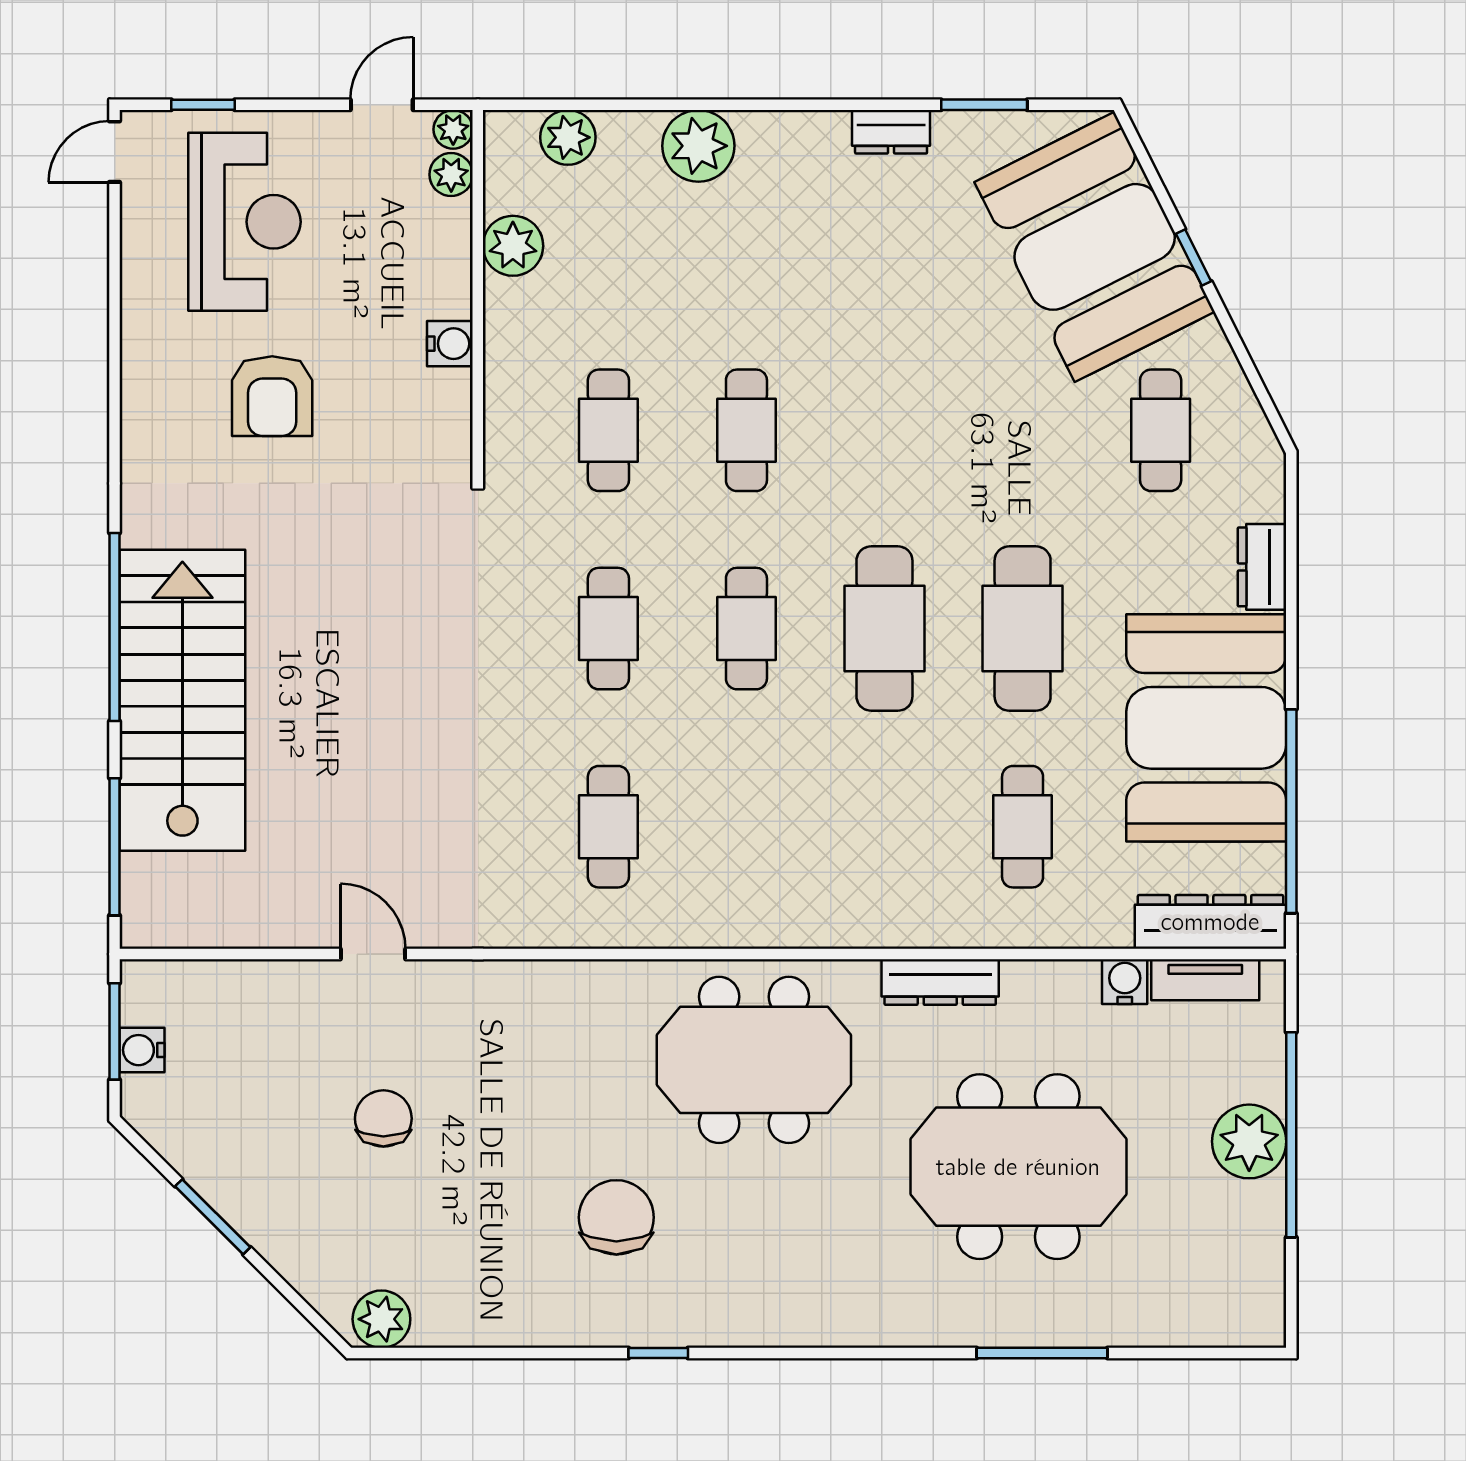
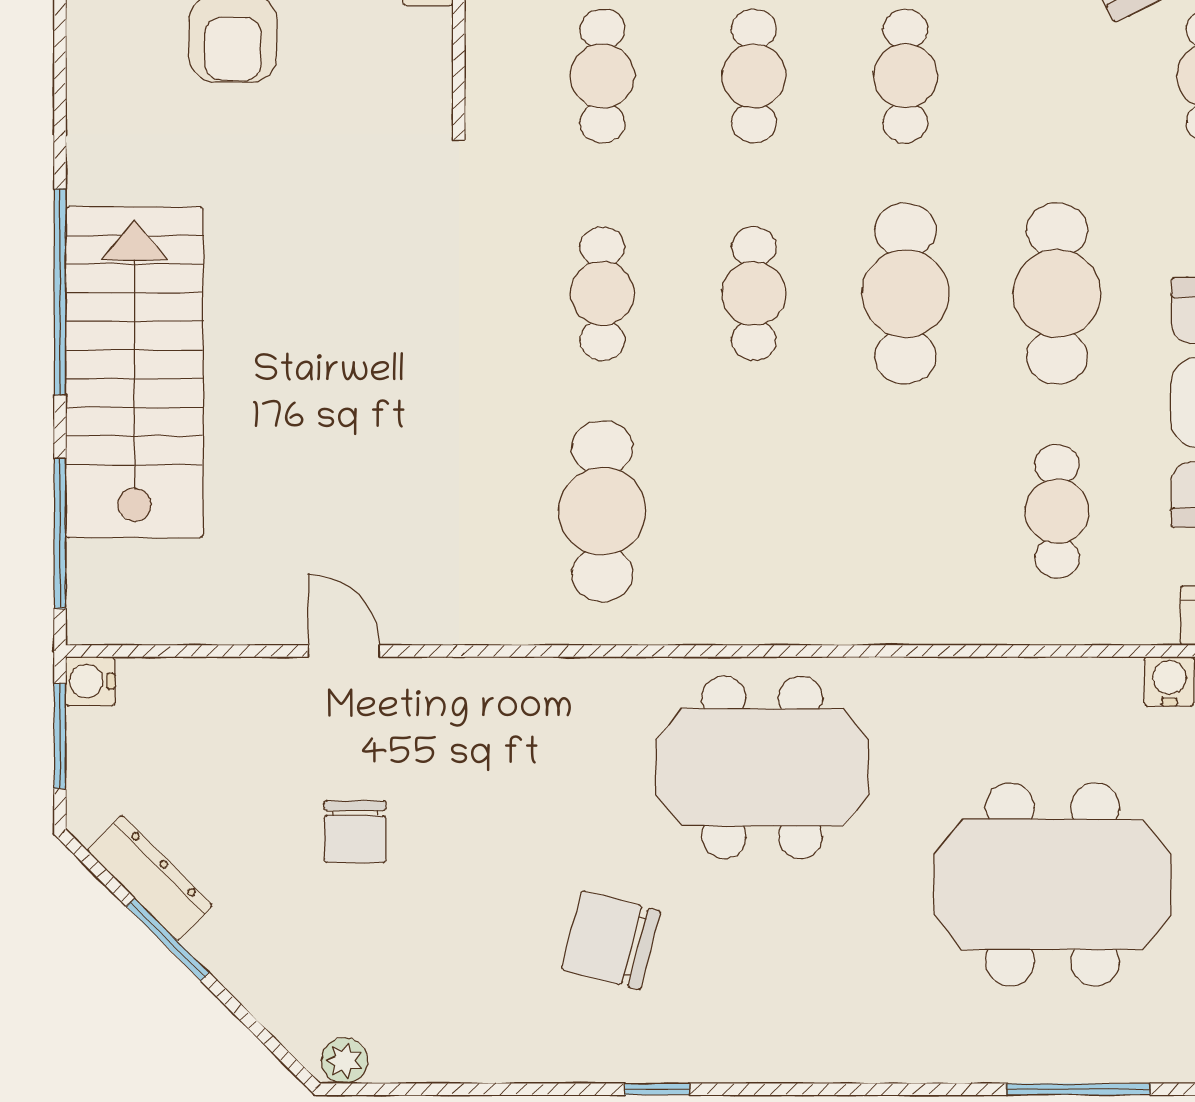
cafe table: (884, 430) -> (905, 76), added
cafe table: (608, 827) -> (602, 511), width x1.37, depth x1.35
dresser: (940, 982) -> (150, 878), moved, turned -135
water cooler: (142, 1050) -> (90, 681), moved
chair: (383, 1118) -> (355, 831), turned 180
chair: (616, 1217) -> (611, 940), turned -75
plant: (381, 1319) -> (344, 1061), width x0.73, depth x0.73

